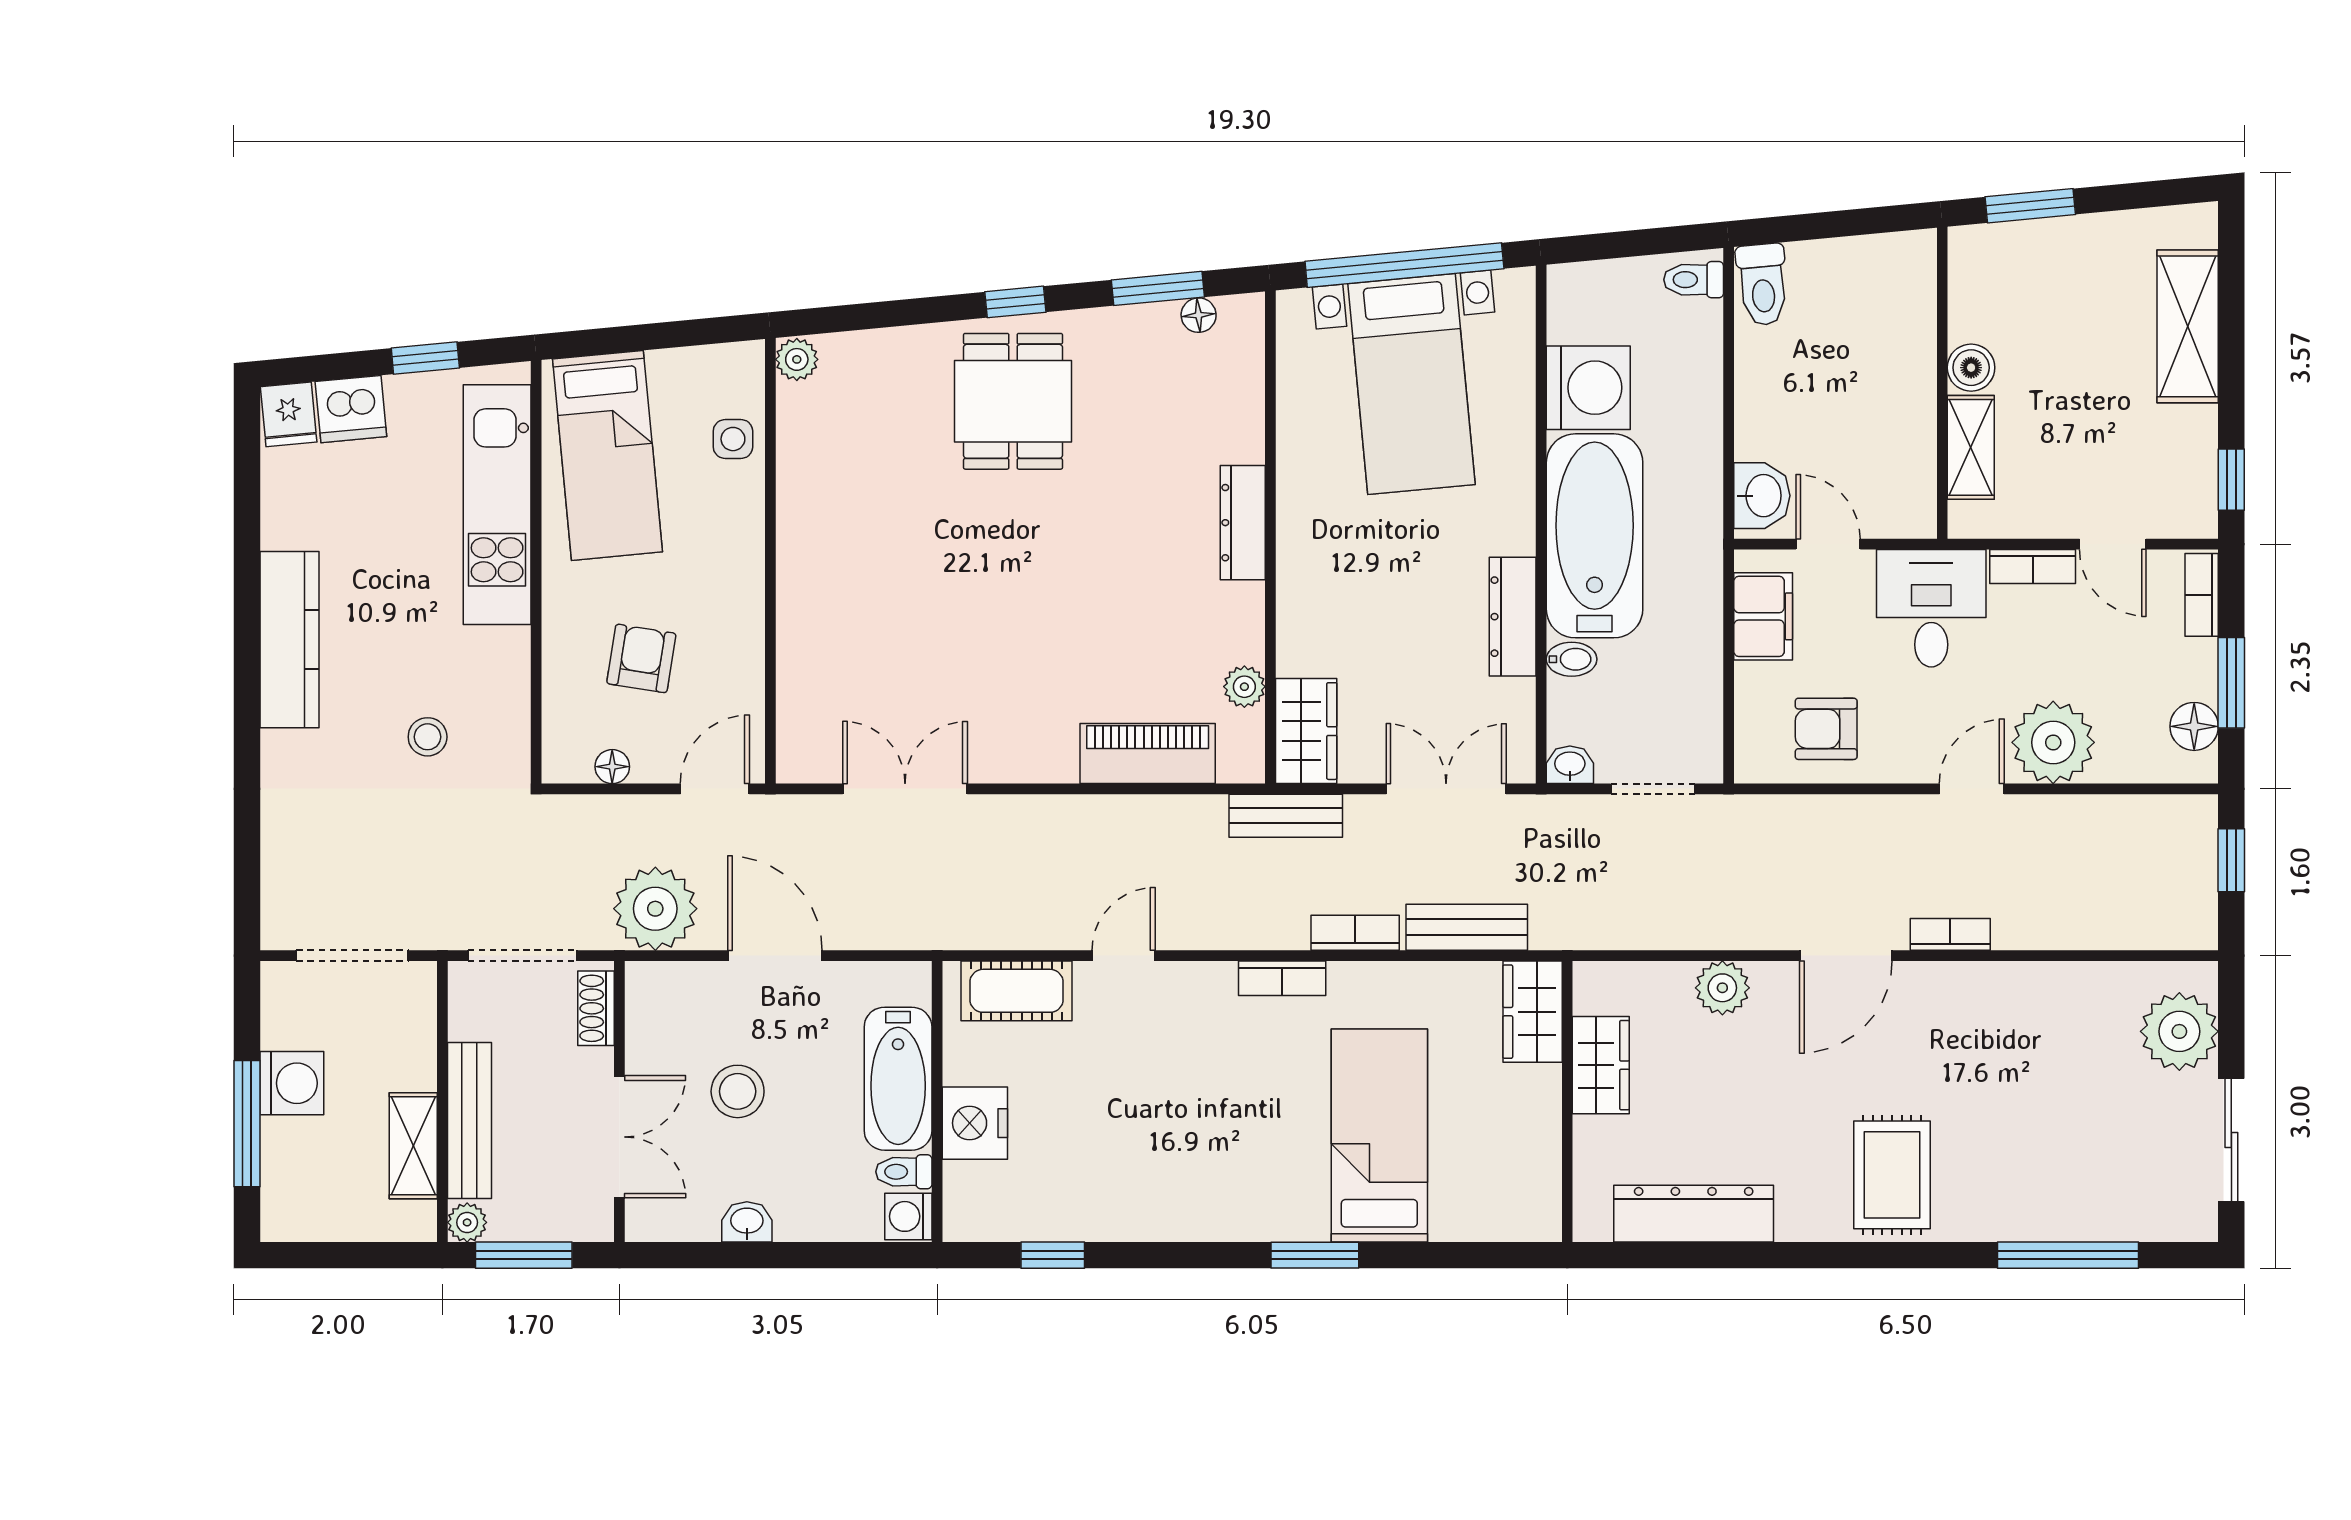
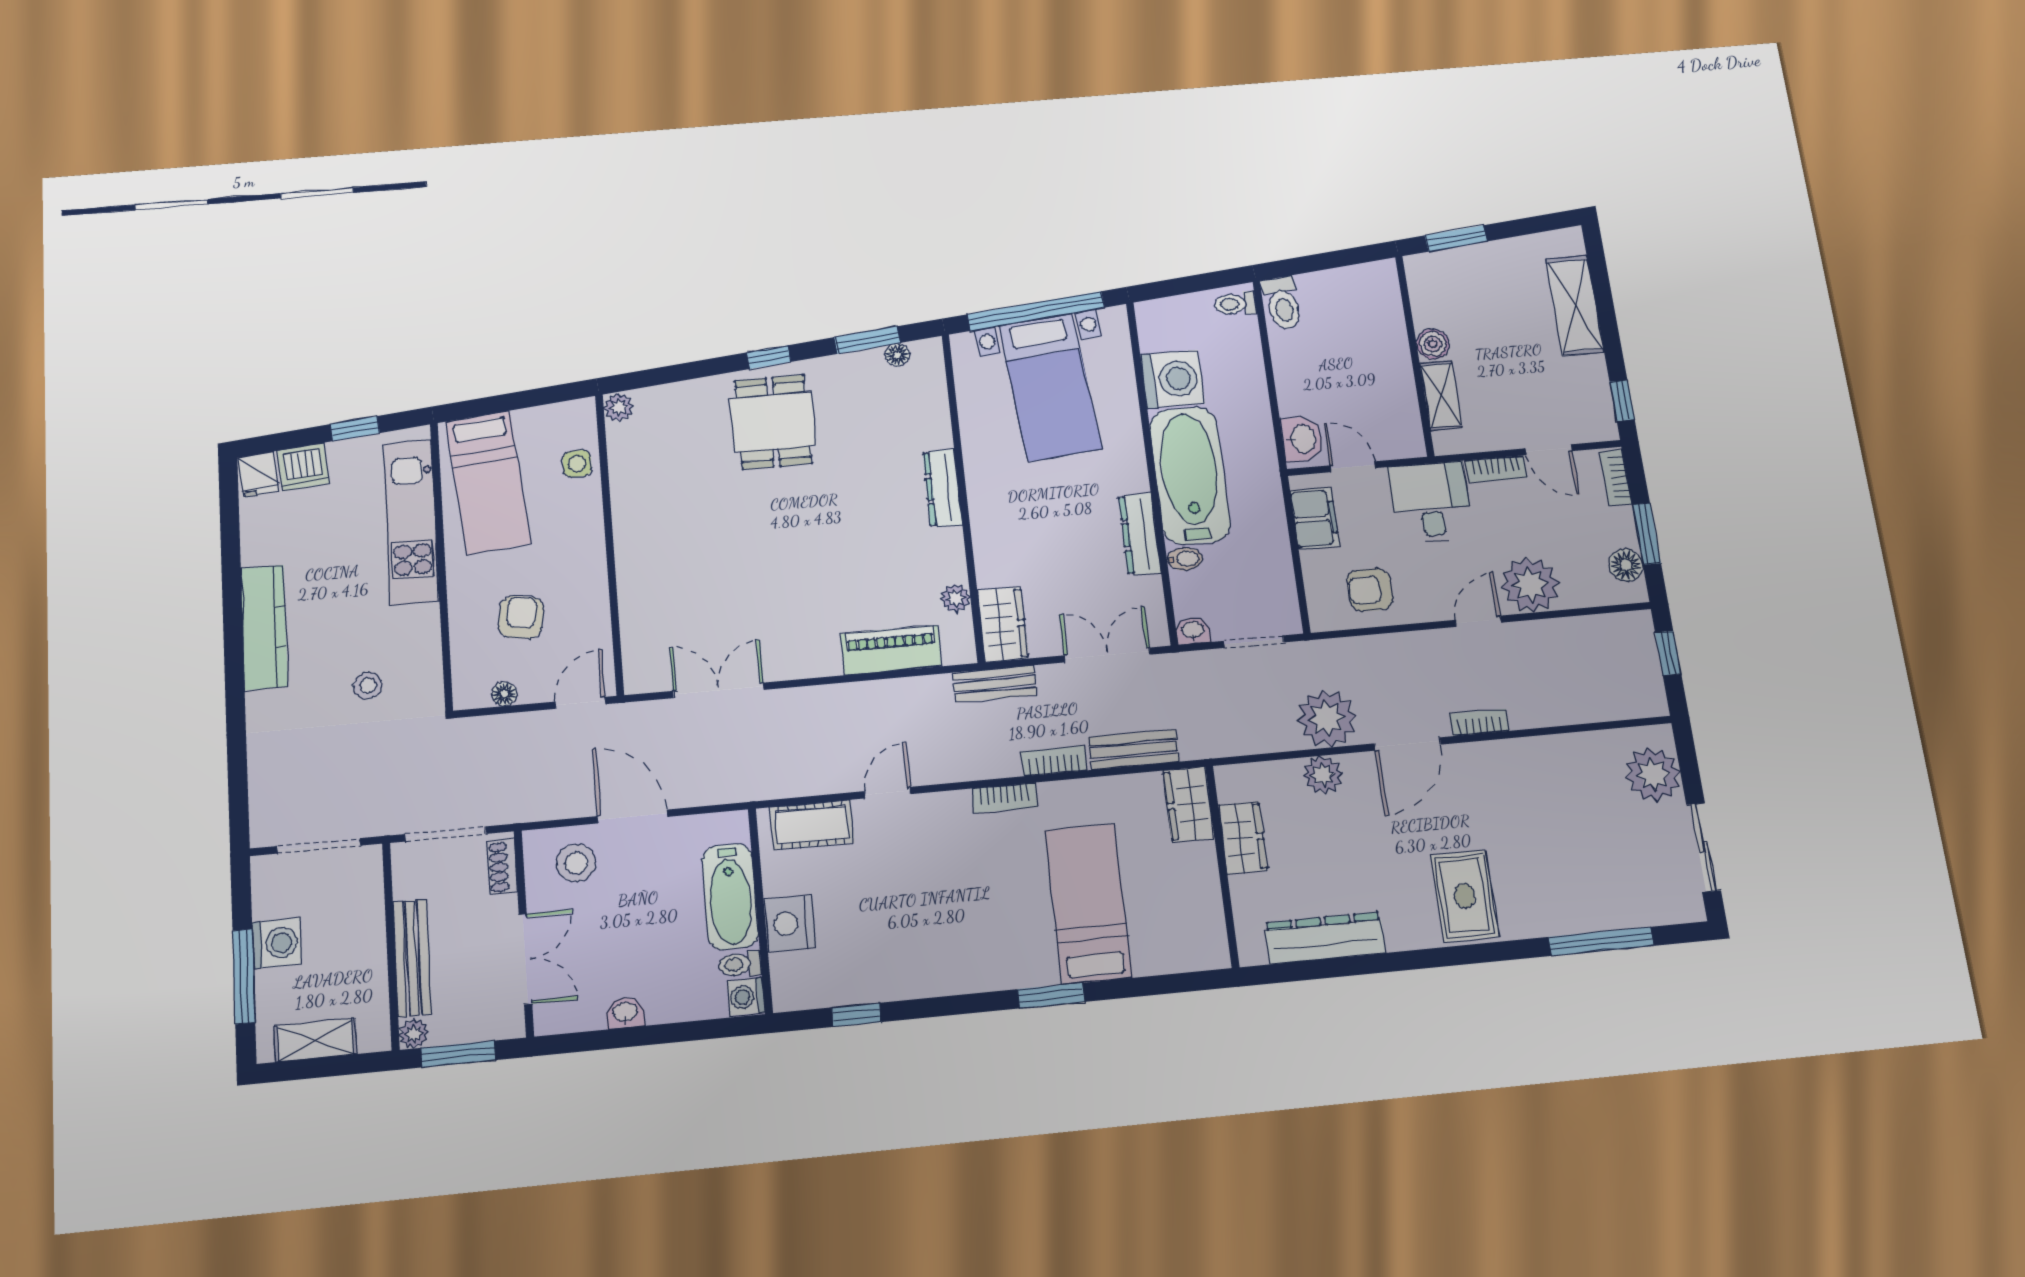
plant: (655, 909) -> (1327, 718), moved
stool: (738, 1091) -> (576, 863), moved
shelving: (413, 1146) -> (315, 1040), moved, turned 90

